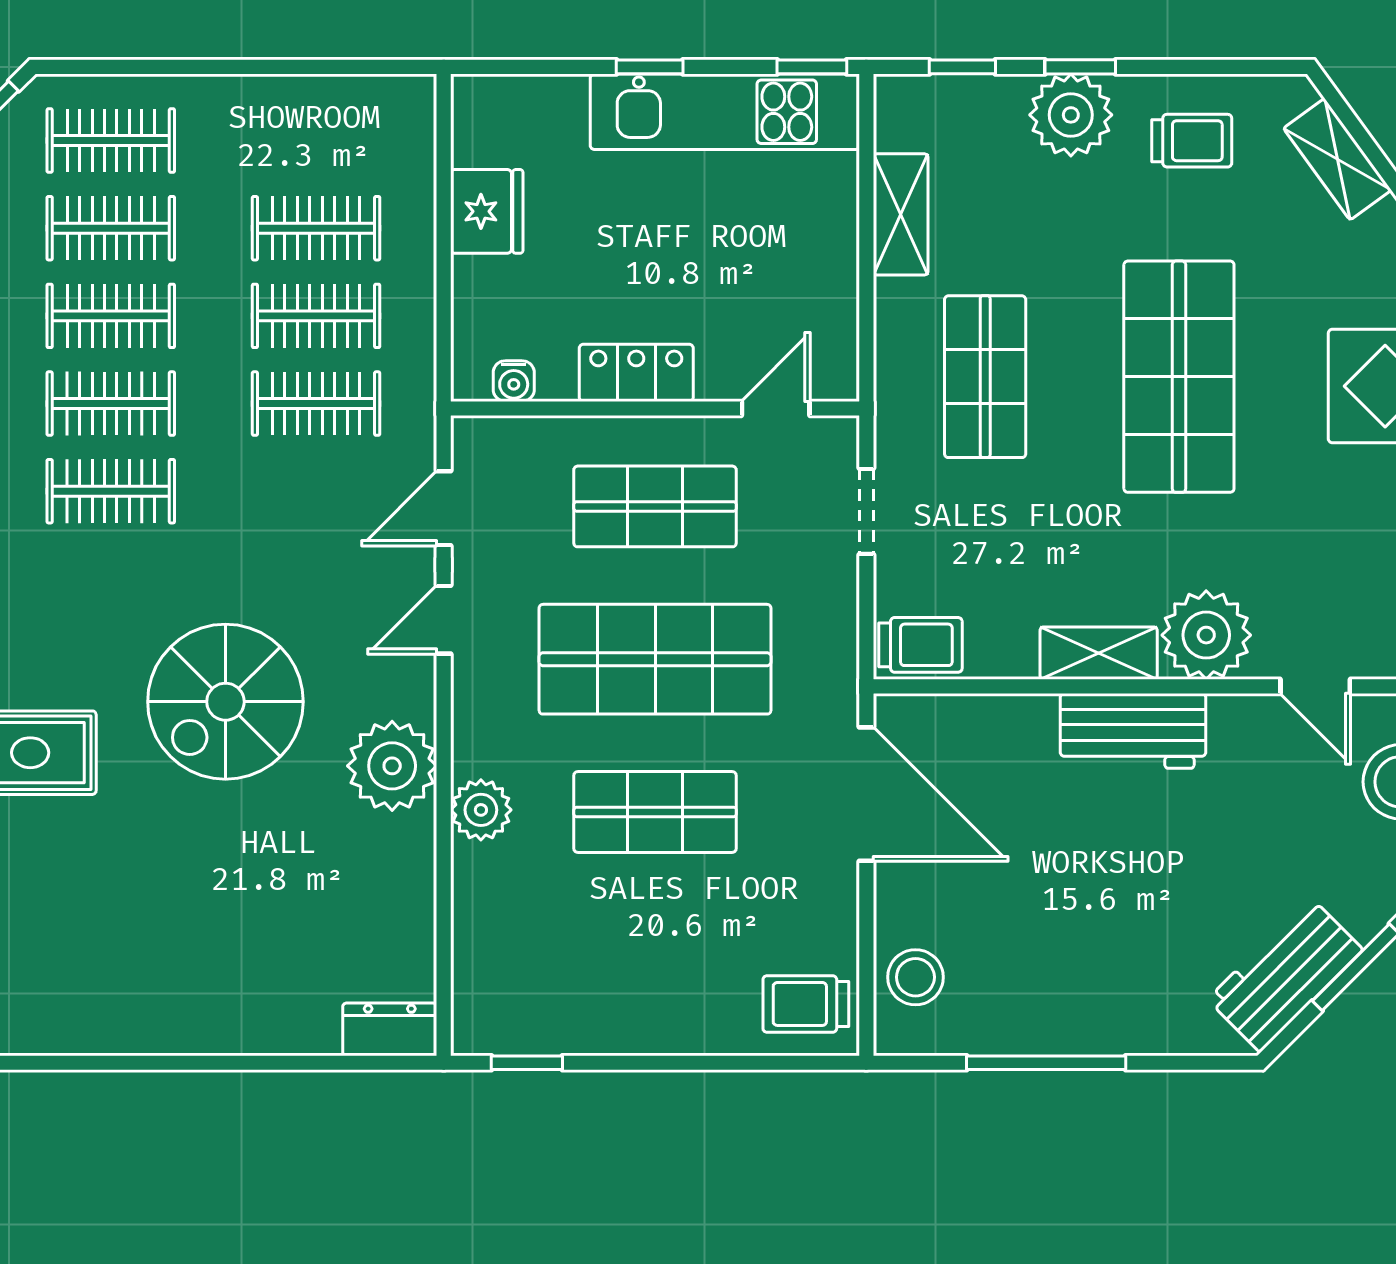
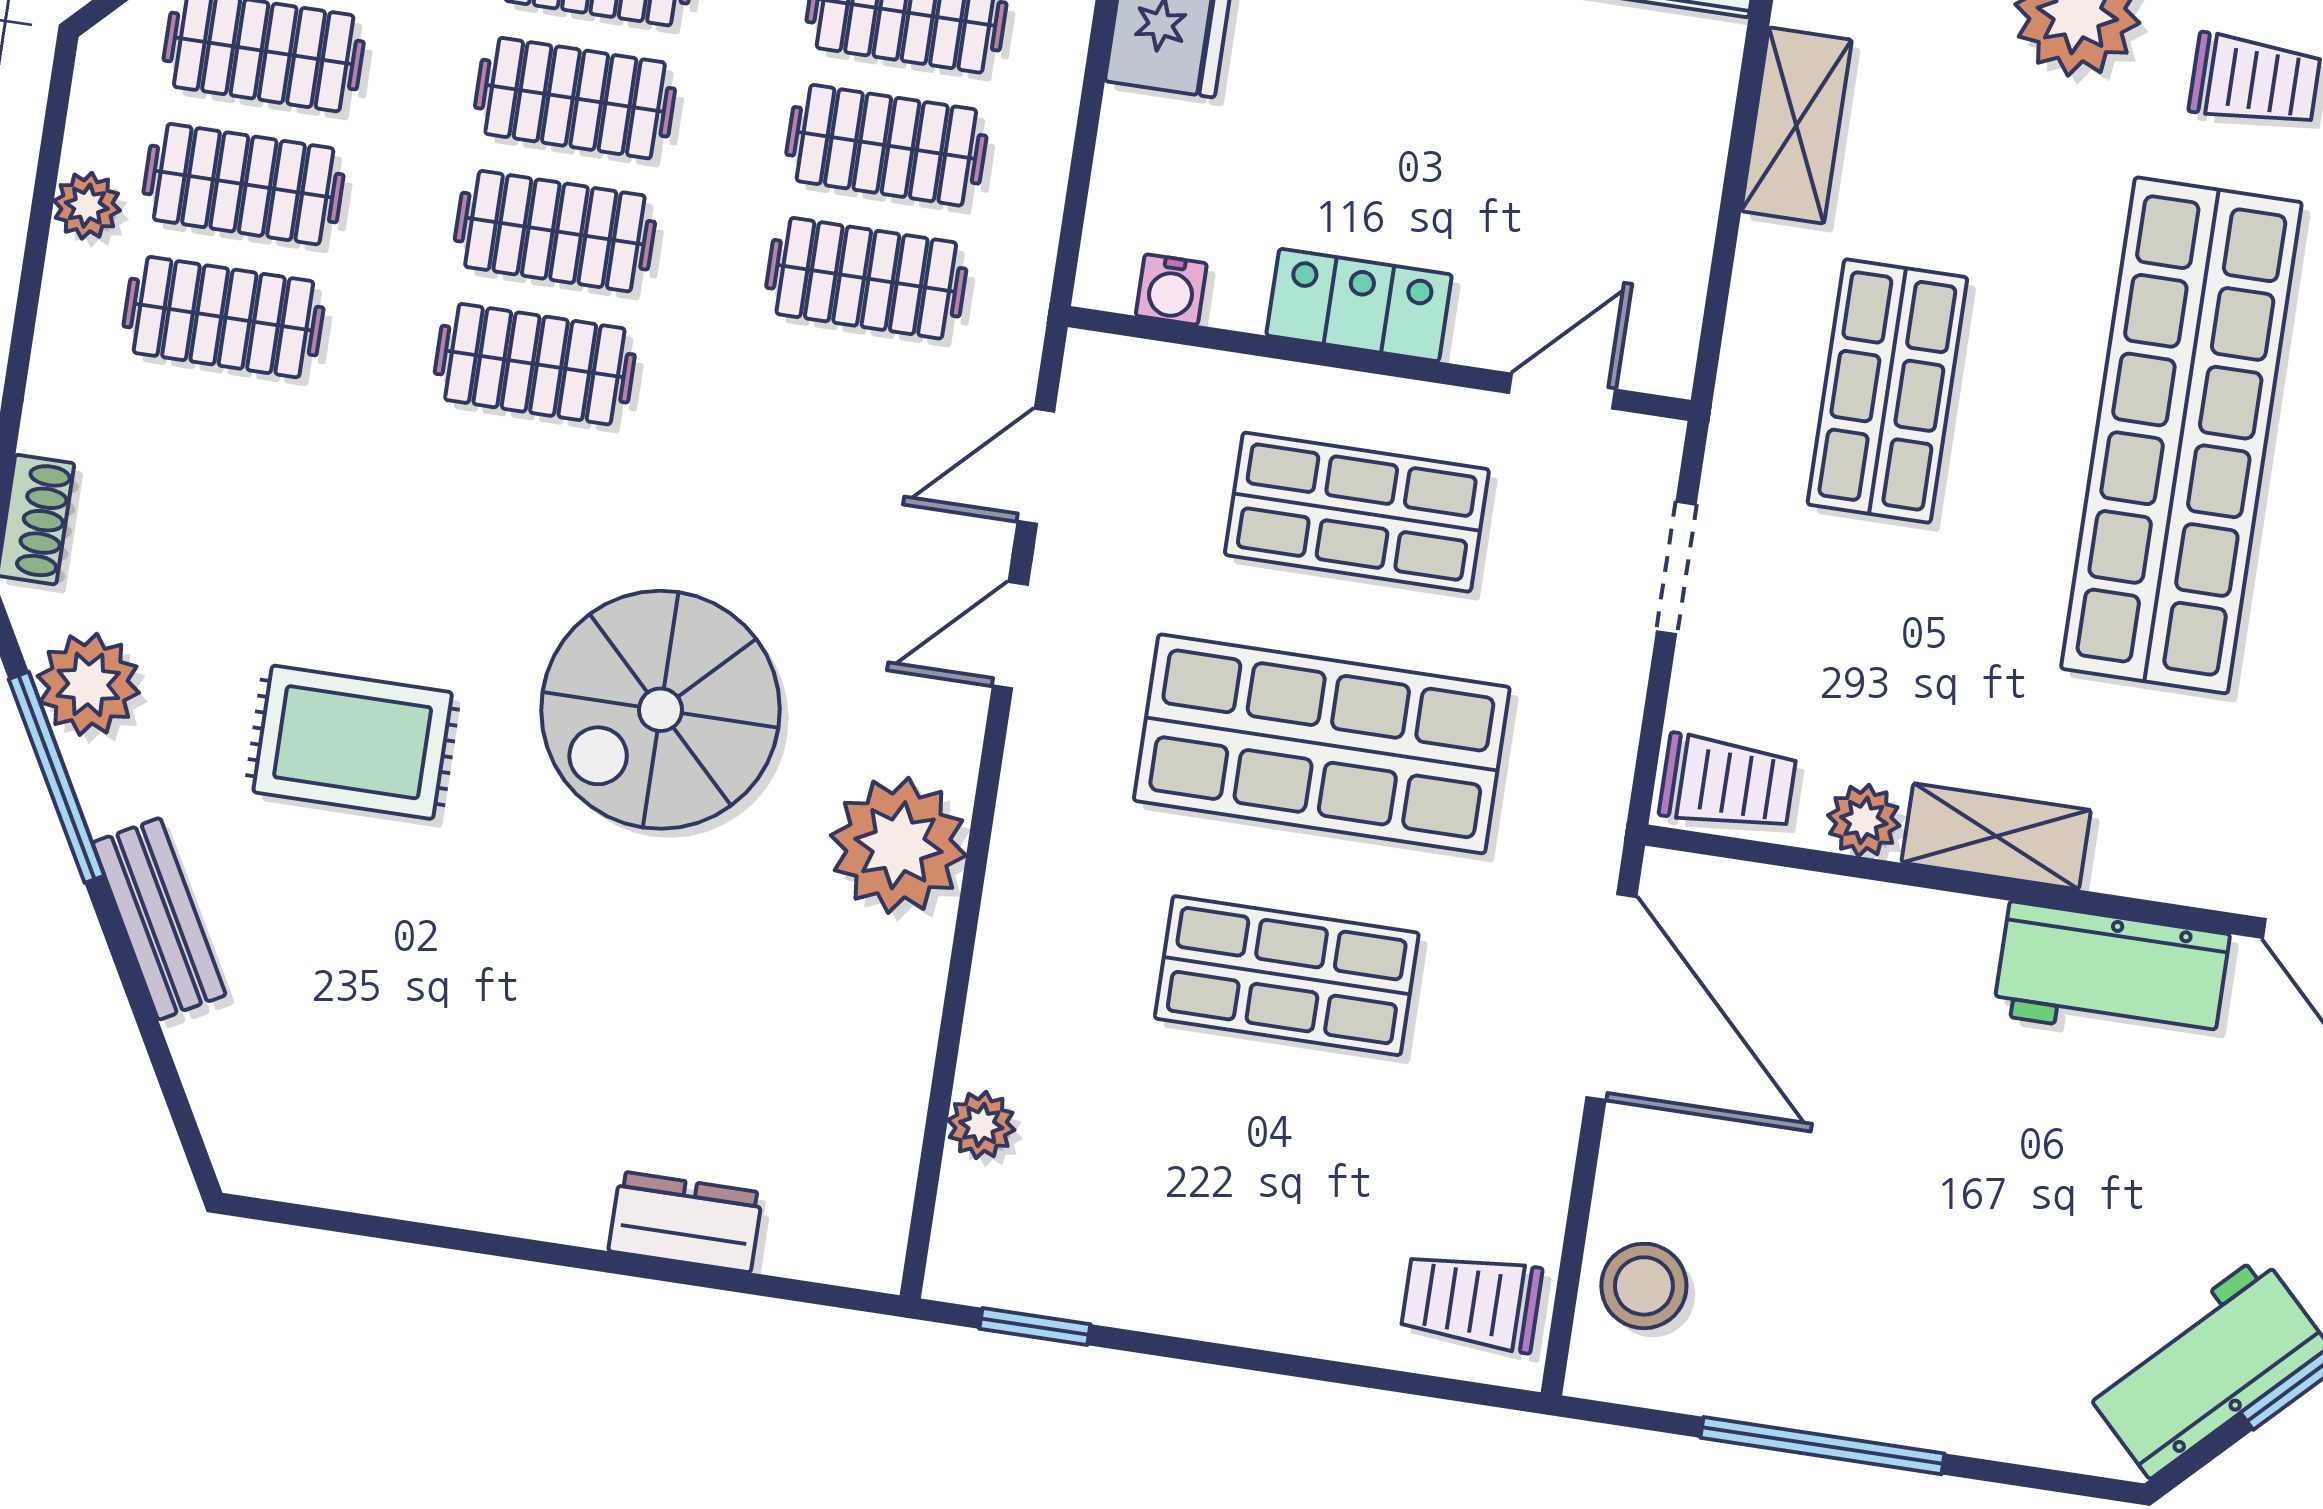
shop shelf: (1179, 377) -> (2181, 435), width x1.40
plant: (1206, 635) -> (1864, 820), moved, width x0.53, depth x0.53
workbench: (1133, 731) -> (2111, 974), moved
plant: (481, 810) -> (981, 1125), moved, width x0.73, depth x0.73
dresser: (390, 1029) -> (685, 1222), moved

